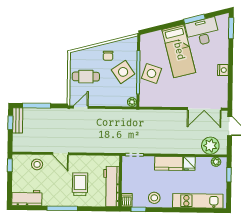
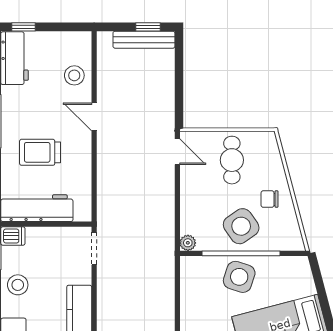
window: (37, 106) -> (179, 73), removed
bench: (18, 120) -> (144, 40), width x1.36
door: (61, 154) -> (94, 117), hinge flipped
window: (10, 165) -> (24, 27), moved
trolley: (80, 184) -> (40, 152), turned 180

